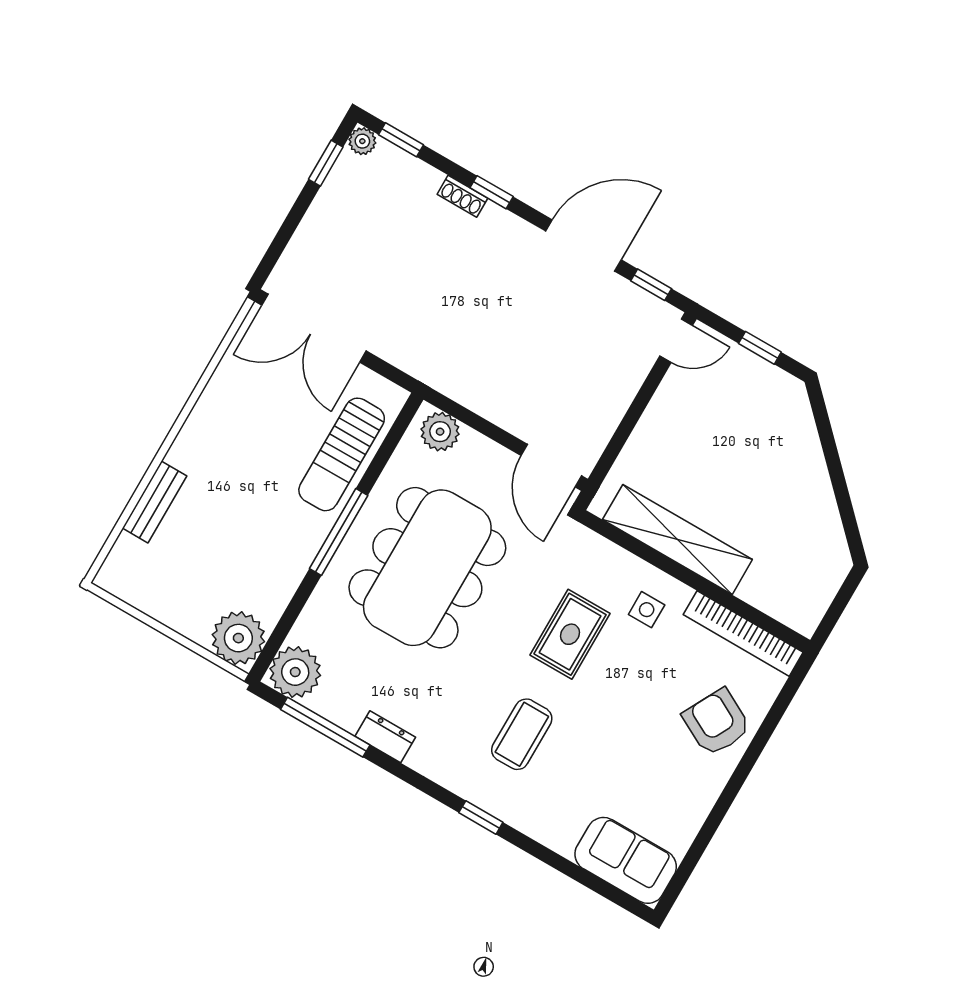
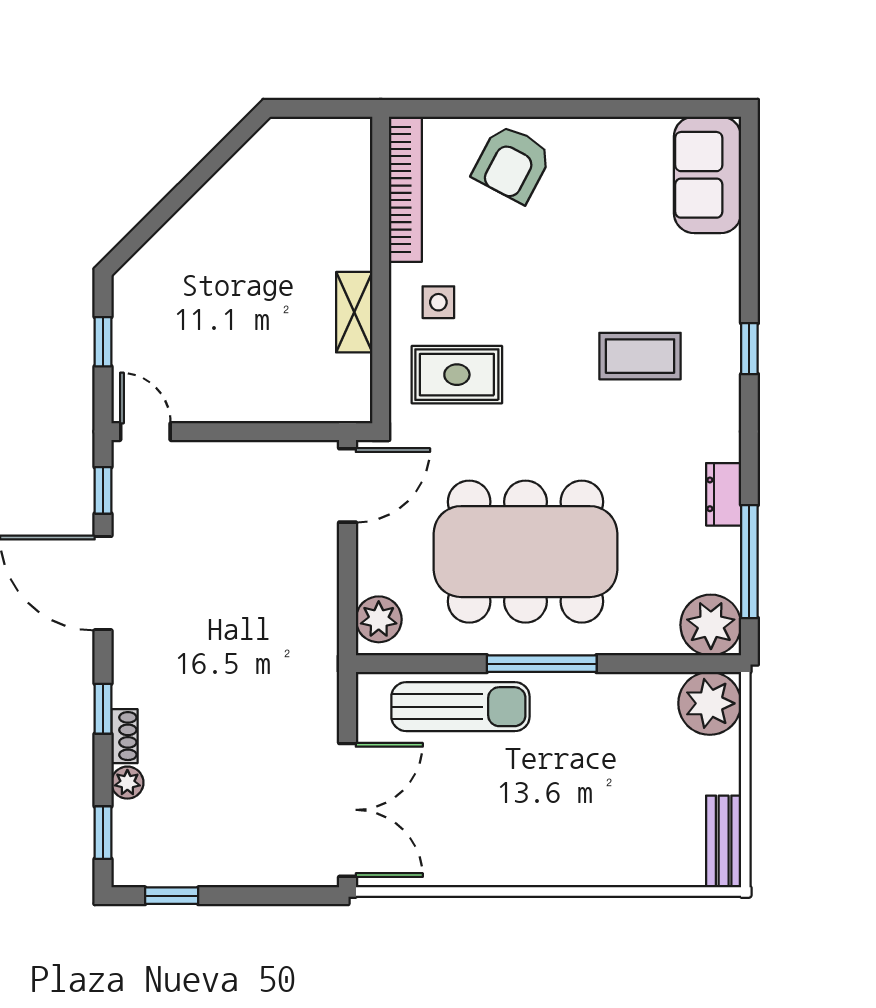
plant: (362, 141) -> (127, 783), moved
bench: (155, 502) -> (724, 841), moved, turned 90
shelving: (677, 539) -> (354, 312), width x0.45, depth x0.75
rug: (570, 634) -> (457, 375), moved

